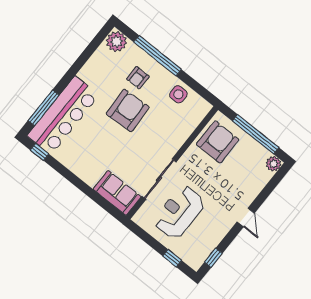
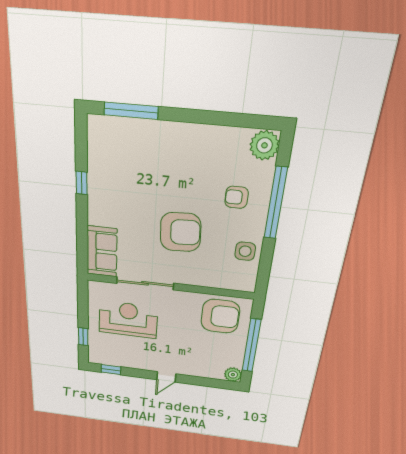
armchair: (128, 110) -> (180, 232), moved
bar counter: (63, 115) -> (139, 140), removed
window: (40, 152) -> (82, 183), moved

